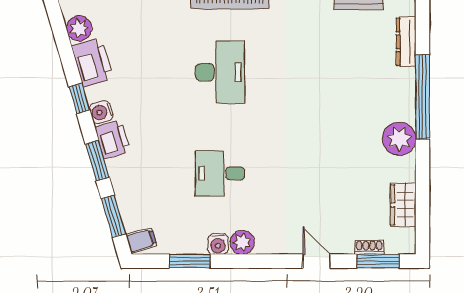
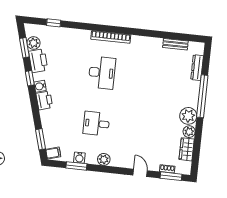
window: (97, 161) -> (24, 48), moved
plant: (404, 169) -> (189, 132), added
water cooler: (218, 244) -> (79, 158), moved

